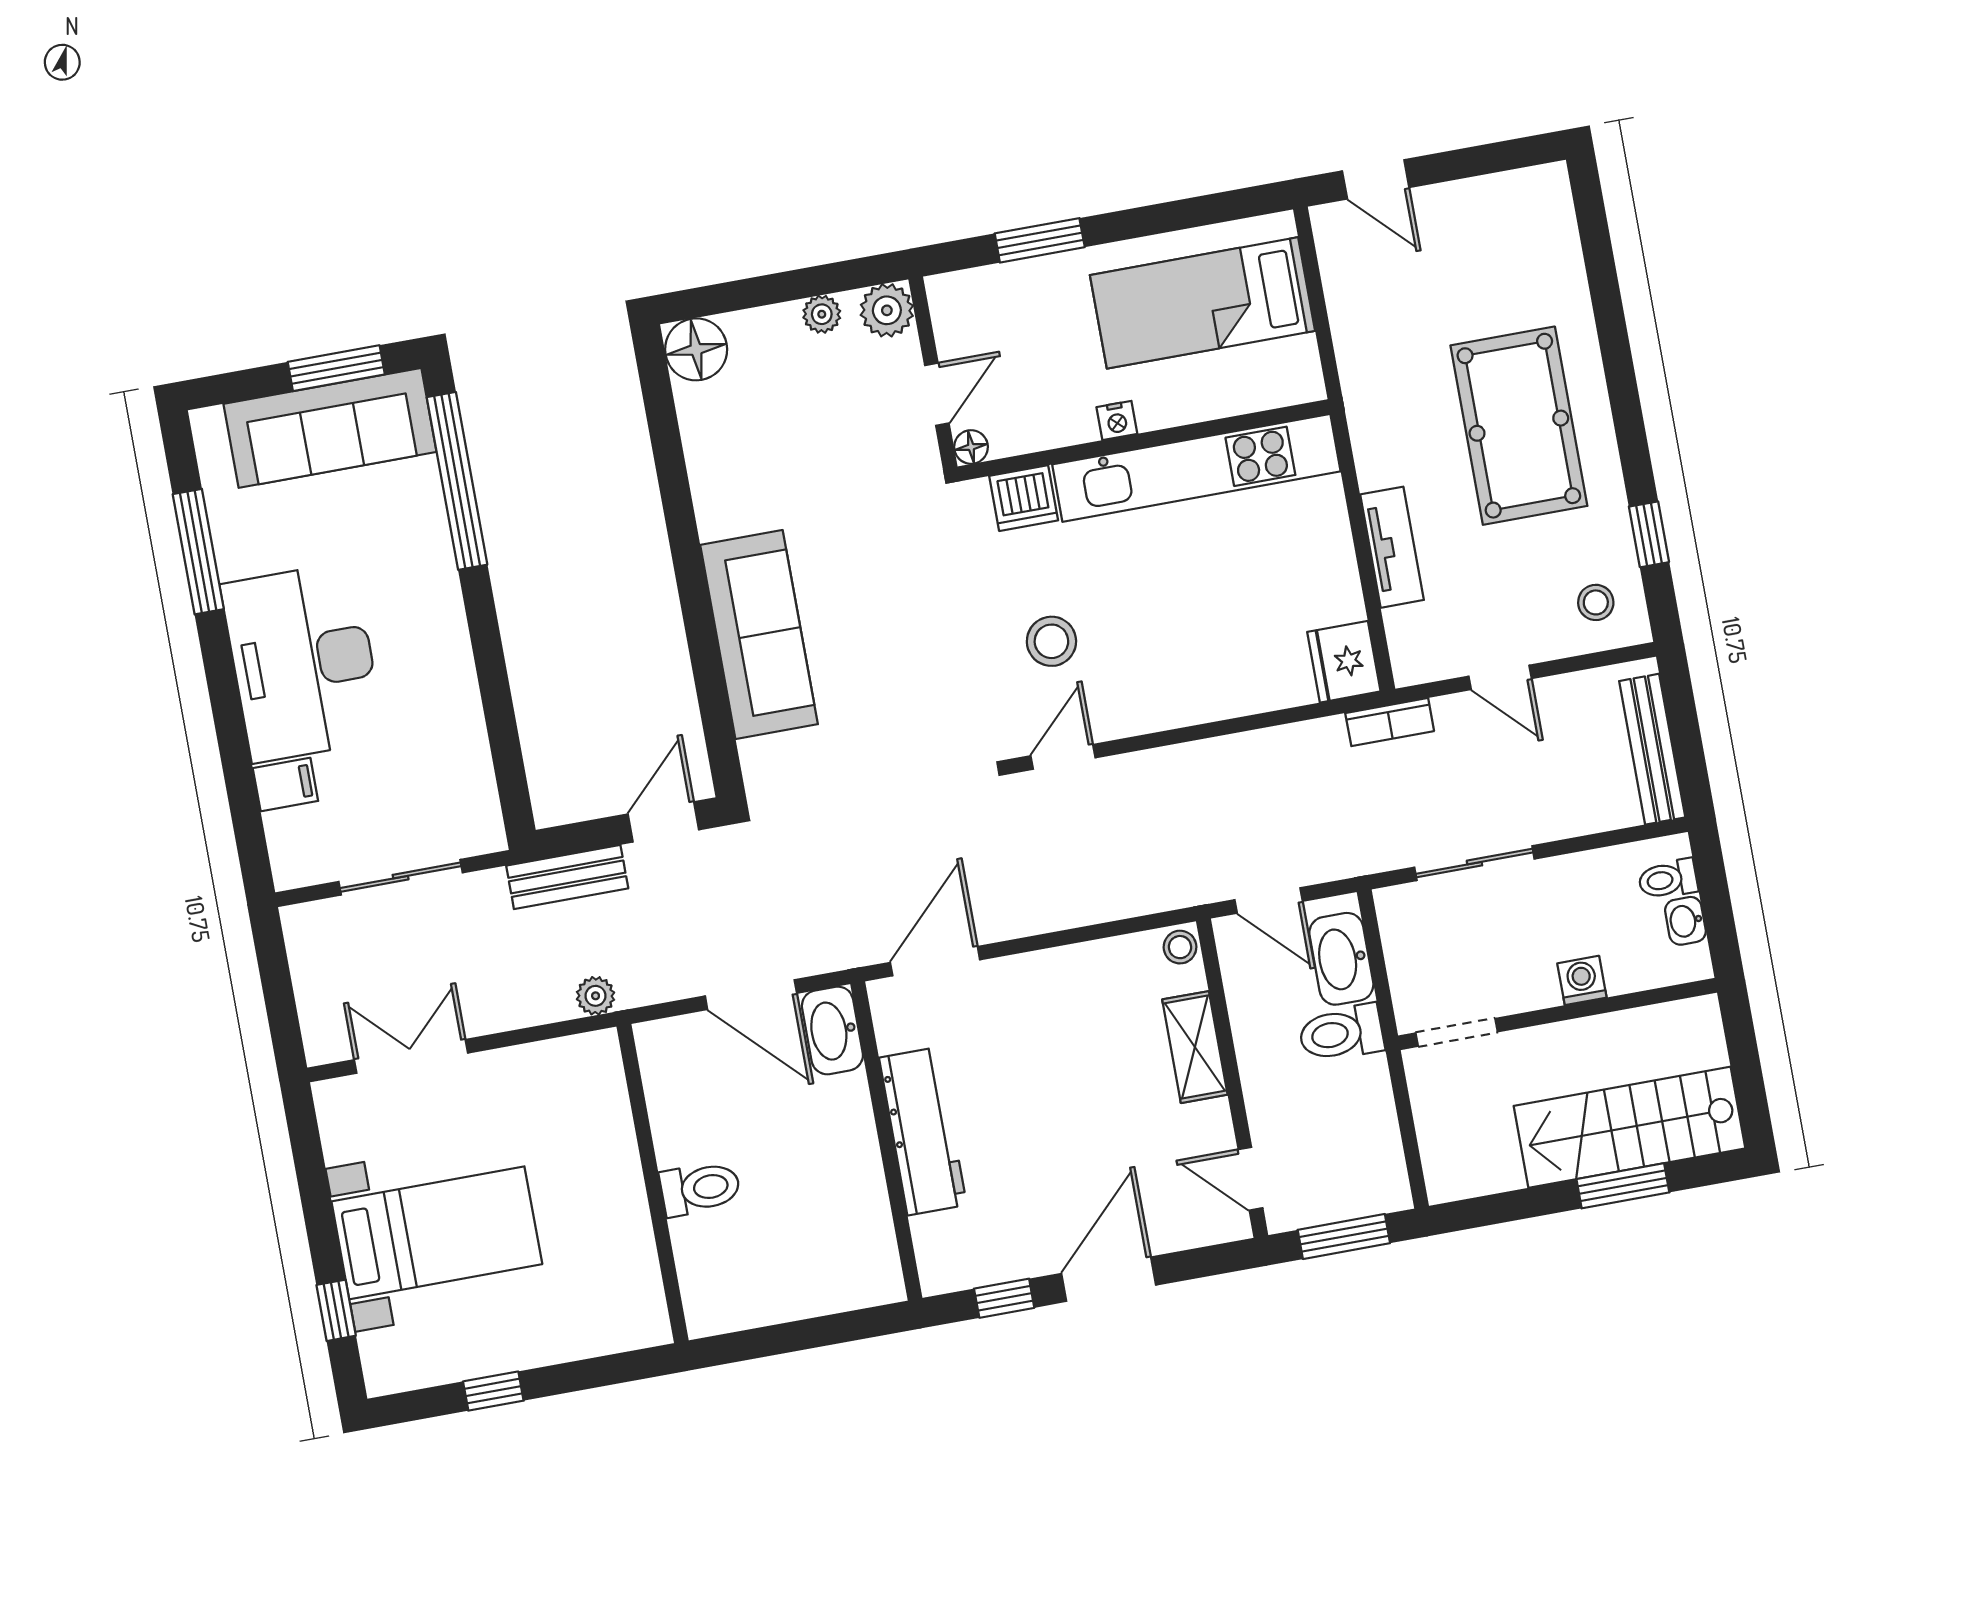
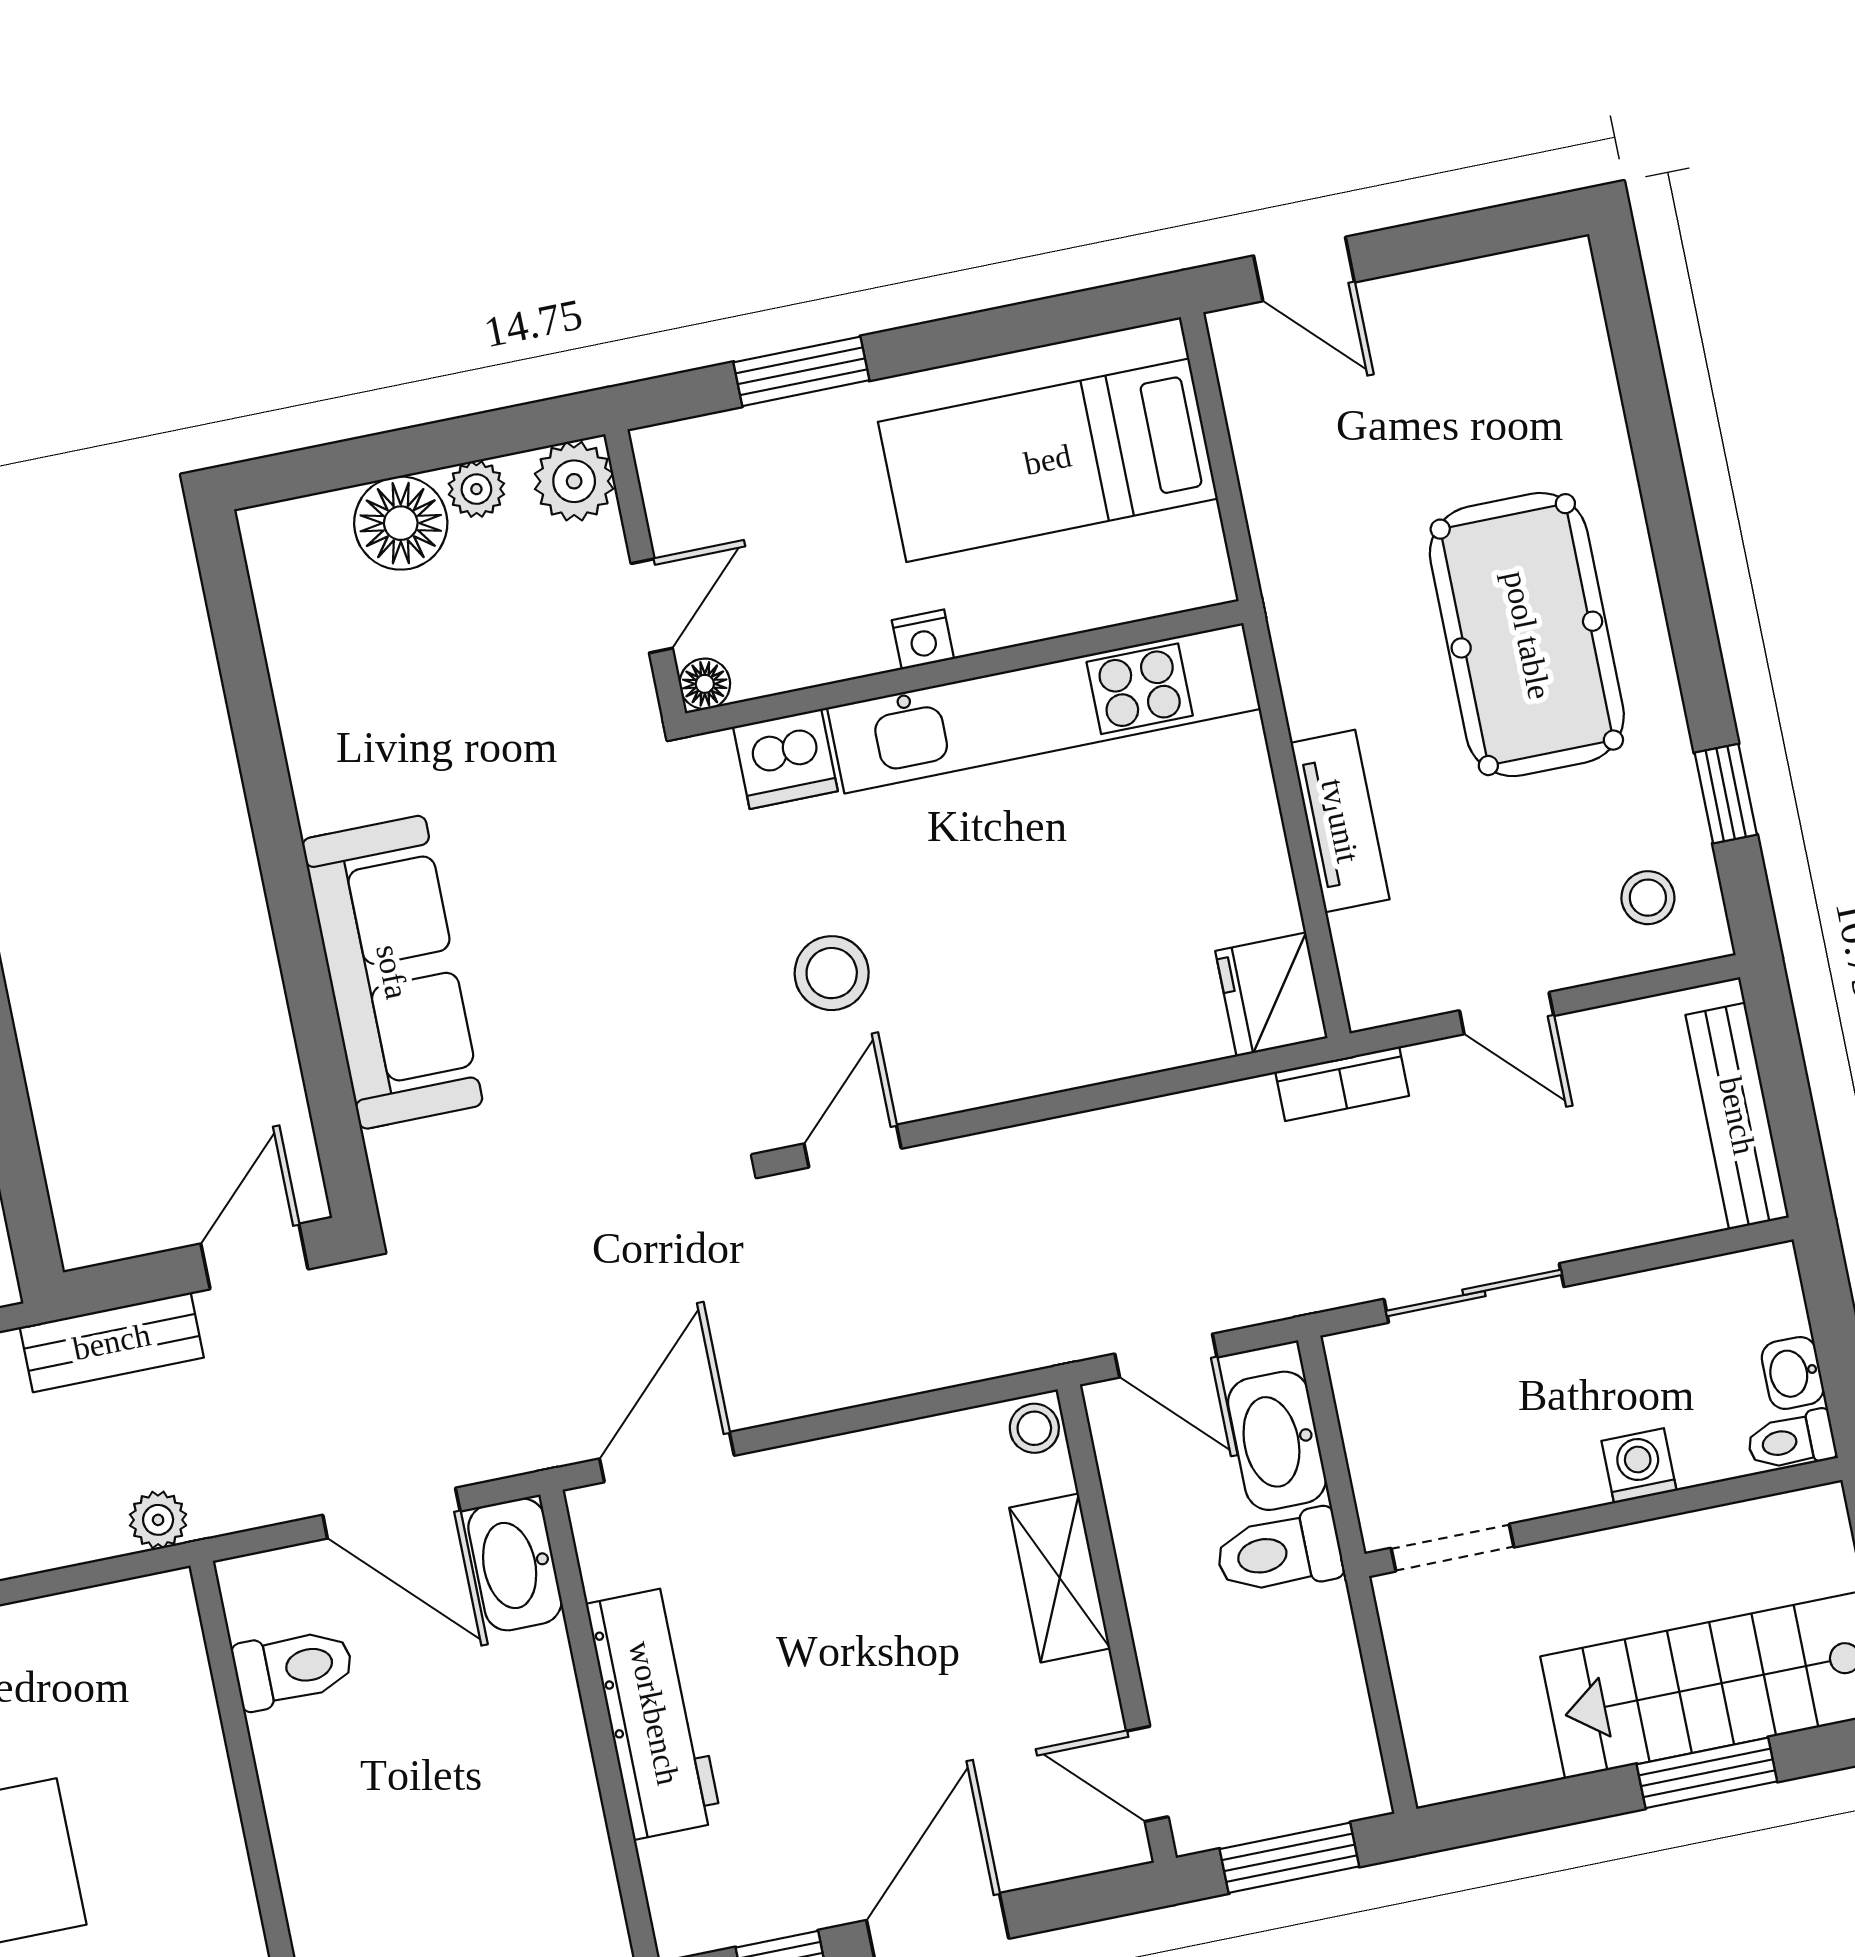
floor lamp: (696, 349) -> (401, 523), moved
toilet: (1668, 879) -> (1791, 1441), moved
toilet: (700, 1188) -> (293, 1668), moved

